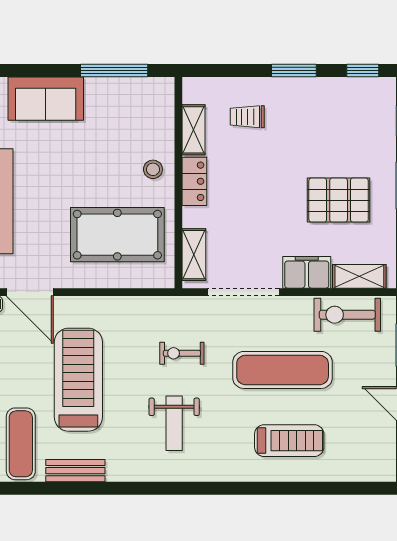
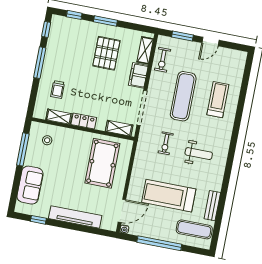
window: (294, 70) -> (40, 63), width x1.44
stool: (153, 169) -> (47, 140), moved
exercise bike: (347, 315) -> (163, 60), width x0.73, depth x0.72

